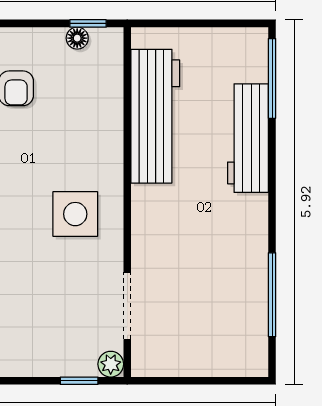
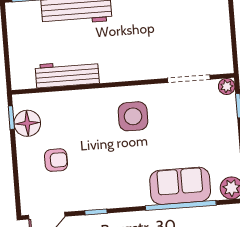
floor lamp: (77, 38) -> (27, 123), width x1.89, depth x1.89
workbench: (155, 116) -> (67, 74), width x0.73, depth x0.76

